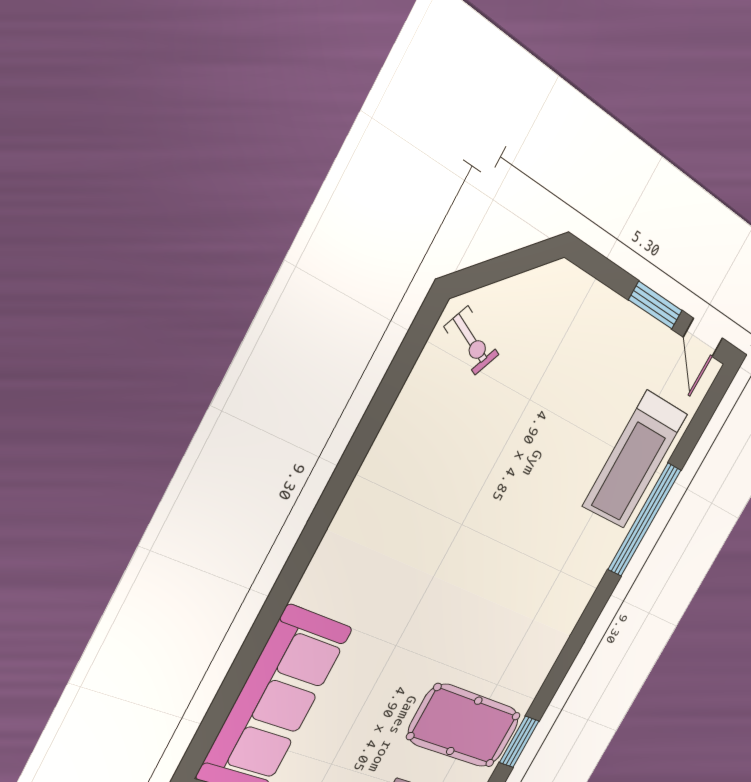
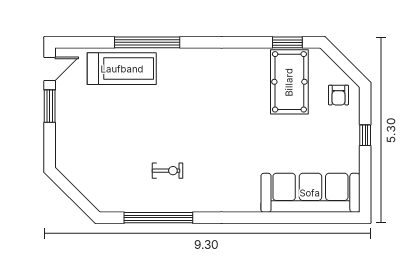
exercise bike: (472, 341) -> (167, 171), moved, turned 66
window: (380, 407) -> (158, 218), added

